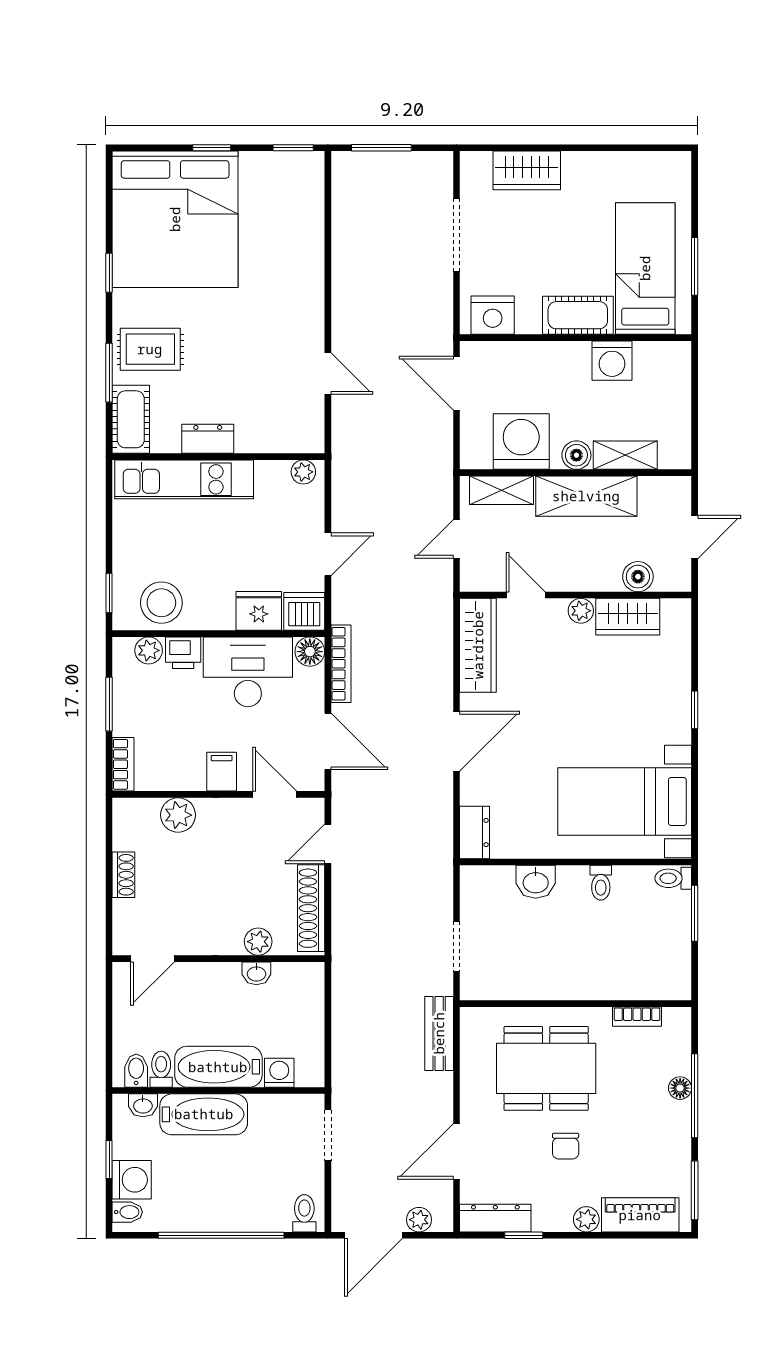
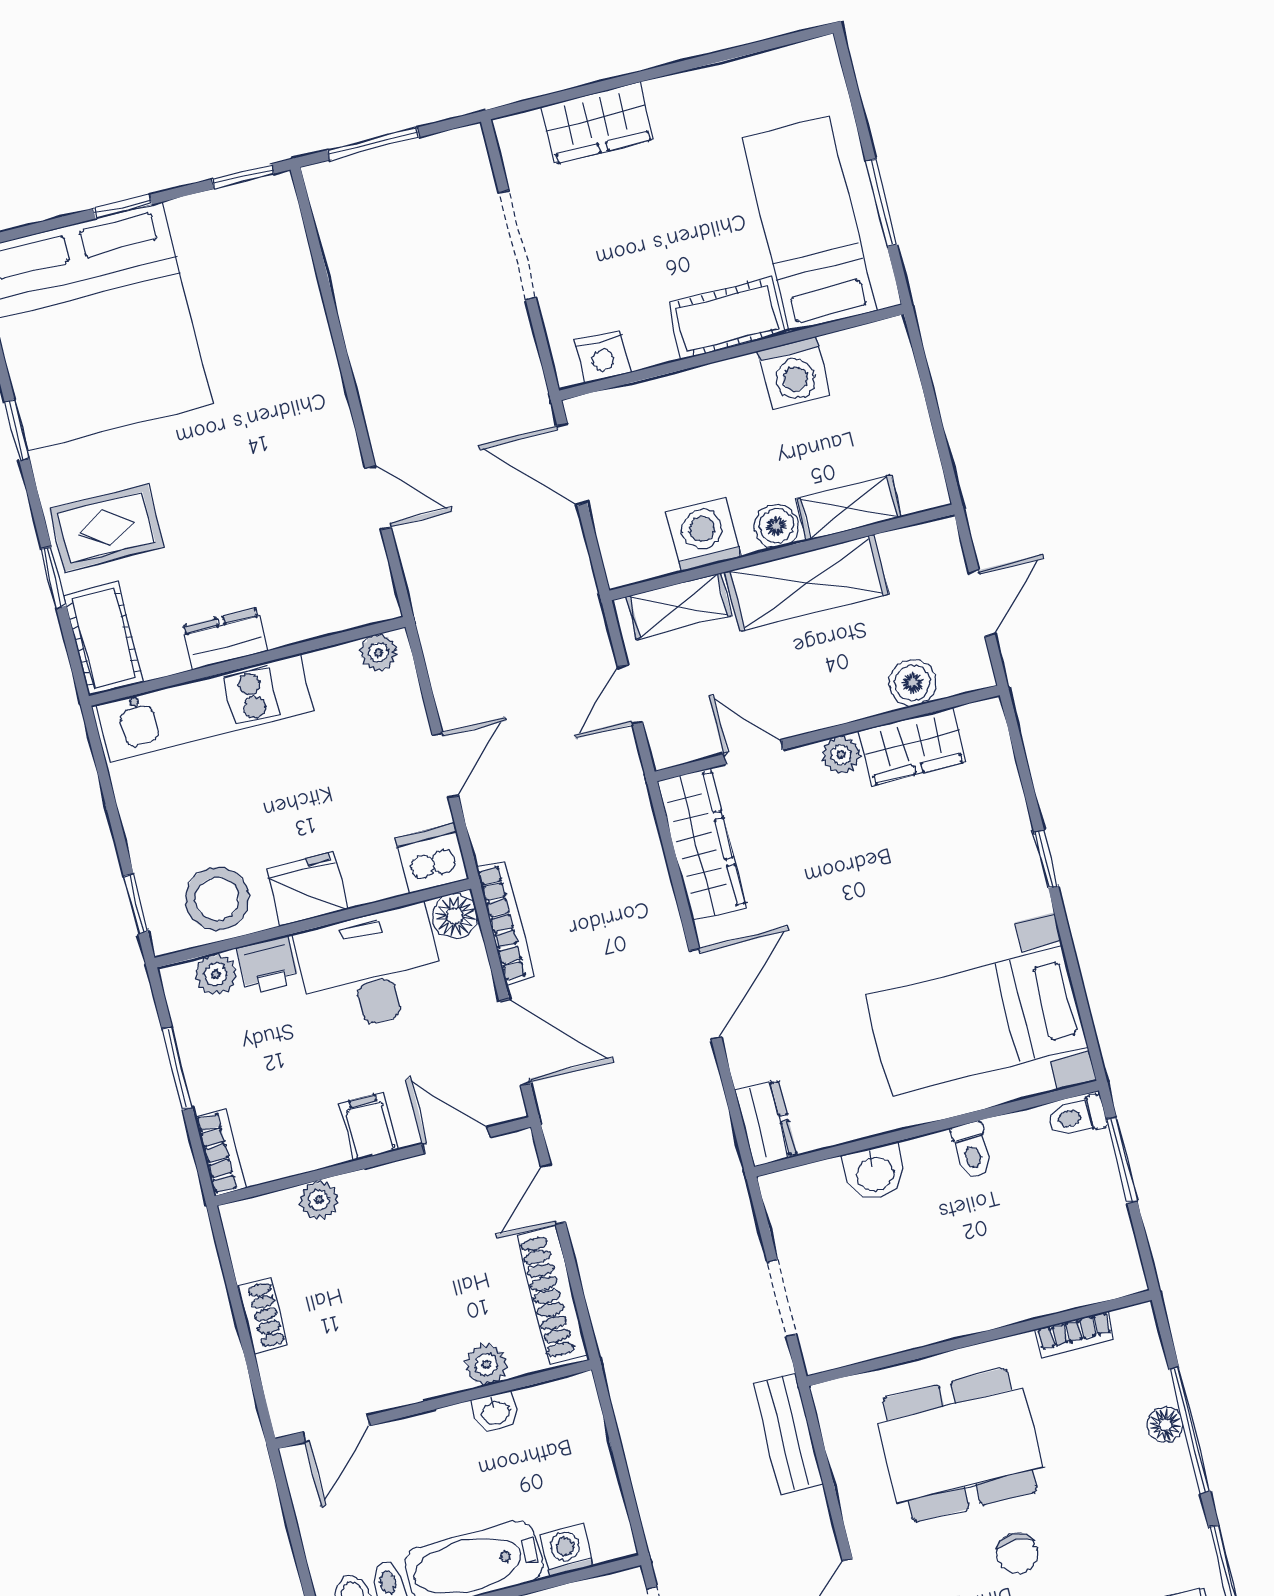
nightstand: (493, 315) -> (602, 357), width x0.74, depth x0.75
window: (109, 373) -> (54, 578), width x0.67
washing machine: (521, 442) -> (704, 535), width x0.73, depth x0.73
fridge: (259, 611) -> (307, 889), moved
plant: (178, 815) -> (319, 1200), width x0.73, depth x0.73

